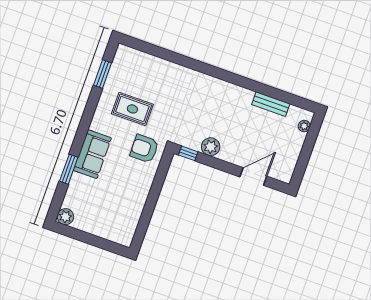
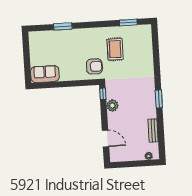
window: (229, 77) -> (159, 99), added
armchair: (144, 149) -> (94, 66), turned 90
sofa: (92, 154) -> (45, 74), moved, turned 180
plant: (65, 217) -> (34, 37), removed

